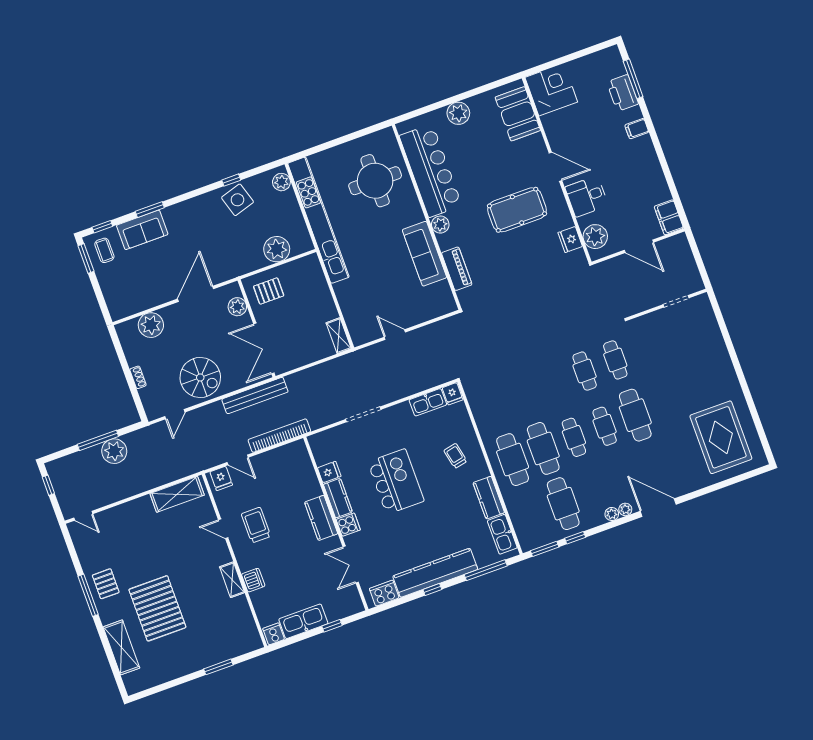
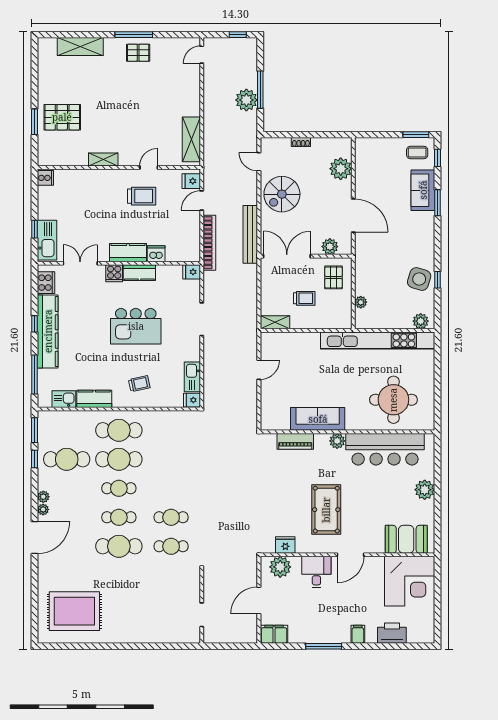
window: (633, 79) -> (324, 646), moved
corner desk: (551, 90) -> (410, 581), width x1.36, depth x1.36
side table: (237, 200) -> (419, 279), turned 34
plant: (277, 249) -> (361, 302), width x0.53, depth x0.53
trolley: (302, 314) -> (304, 298), added
fridge: (329, 472) -> (192, 272), moved, turned 90
kitchen sink: (502, 534) -> (64, 399), width x0.73
dishwasher: (253, 580) -> (156, 254), moved, turned 180
pallet: (157, 608) -> (62, 117), moved, width x0.73, depth x0.71
kitchen sink: (303, 621) -> (47, 240), moved

